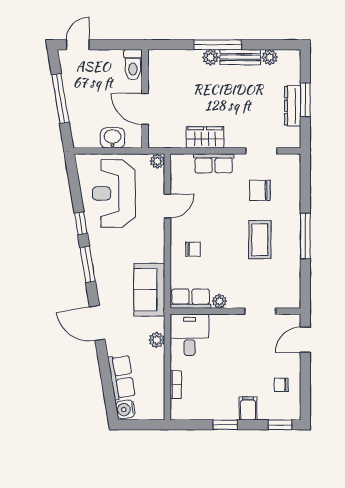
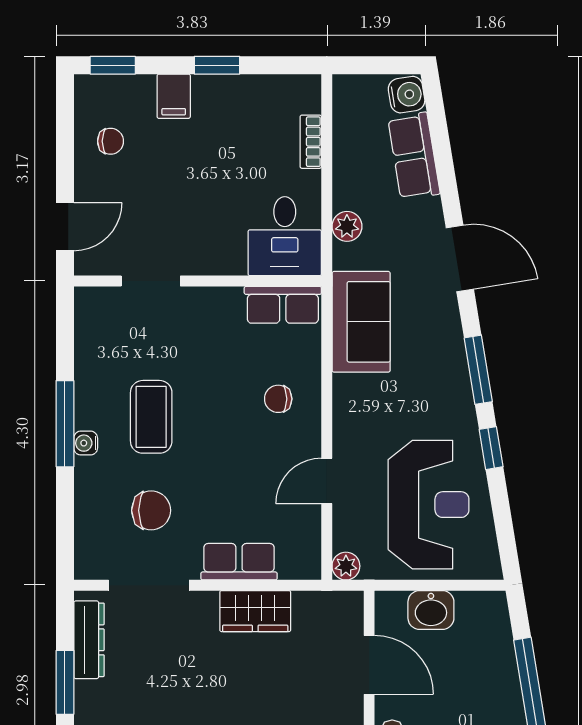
dresser: (293, 106) -> (89, 640), moved
doorway: (261, 151) -> (149, 585), width x1.38
water cooler: (294, 226) -> (86, 443), added
plant: (219, 301) -> (228, 300), removed

